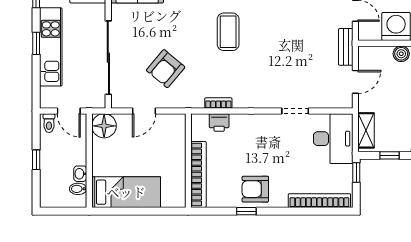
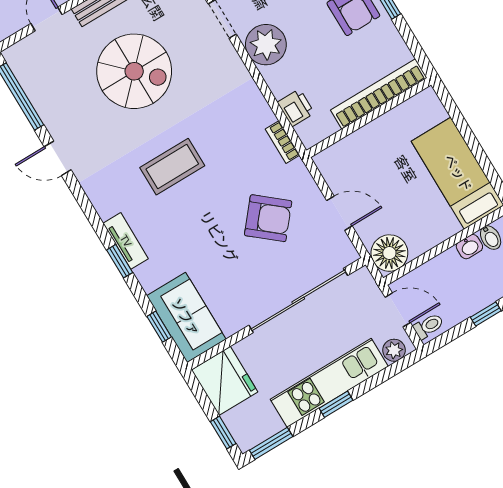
spiral stairs: (295, 43) -> (134, 71), added
plant: (47, 95) -> (394, 350), added
bookcase: (218, 103) -> (282, 142), moved
door: (69, 111) -> (398, 310), hinge flipped
plant: (265, 127) -> (266, 45), added

